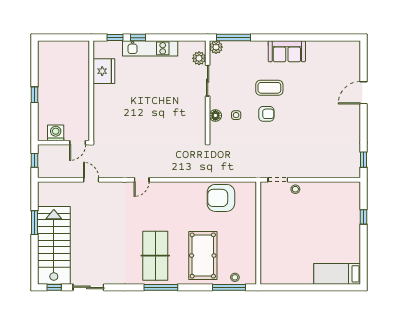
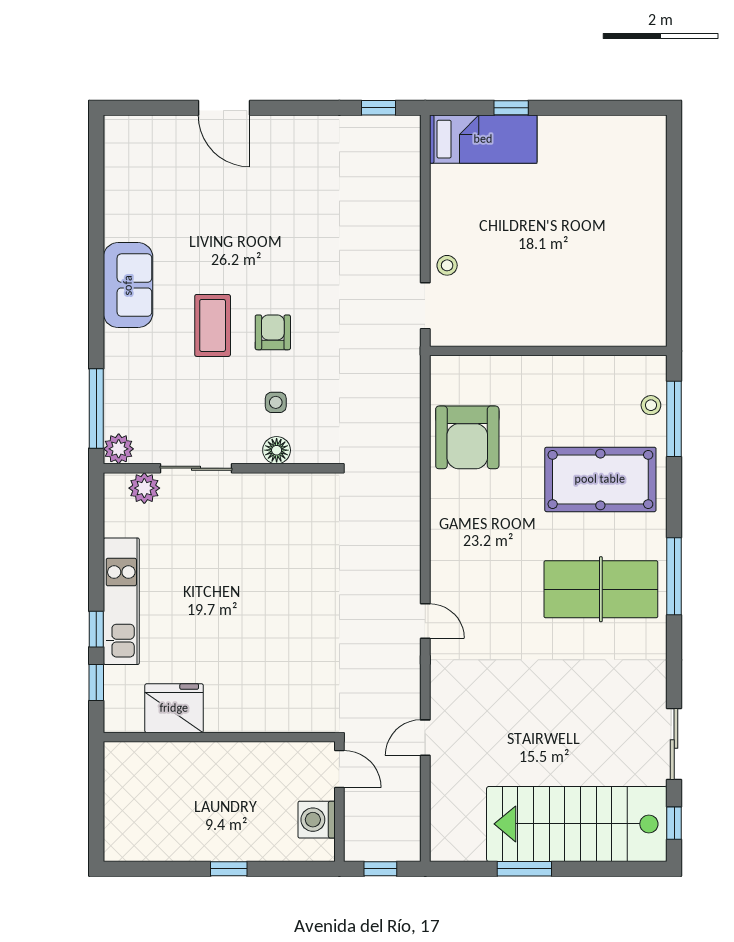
bed: (337, 274) -> (483, 139), moved, turned -90

